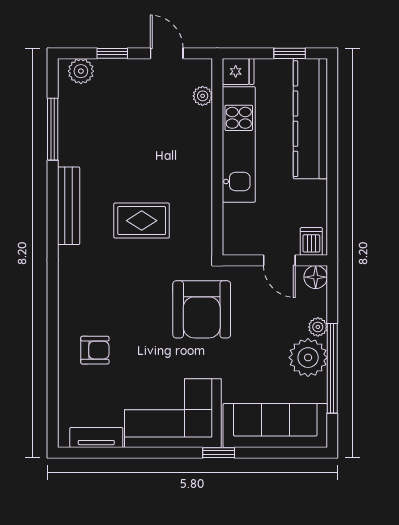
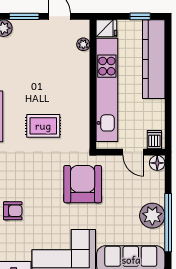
window: (112, 53) -> (24, 16), width x1.50
kitchen unit: (239, 144) -> (107, 90), width x1.36
armchair: (202, 309) -> (83, 184), turned 180
plant: (318, 327) -> (159, 196), removed

